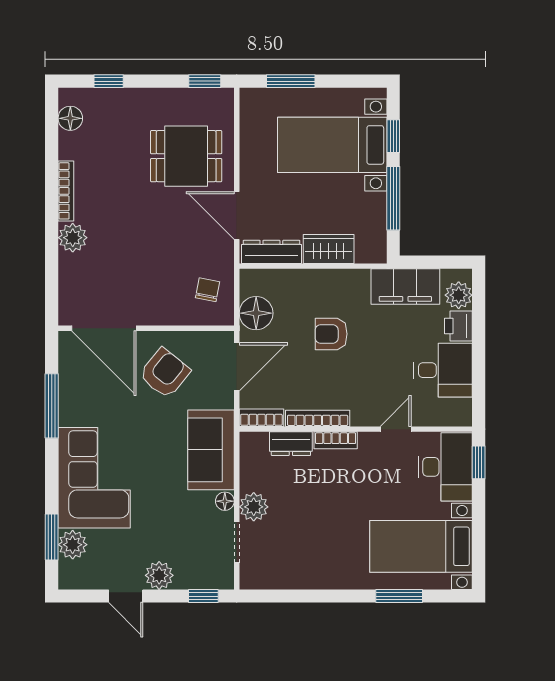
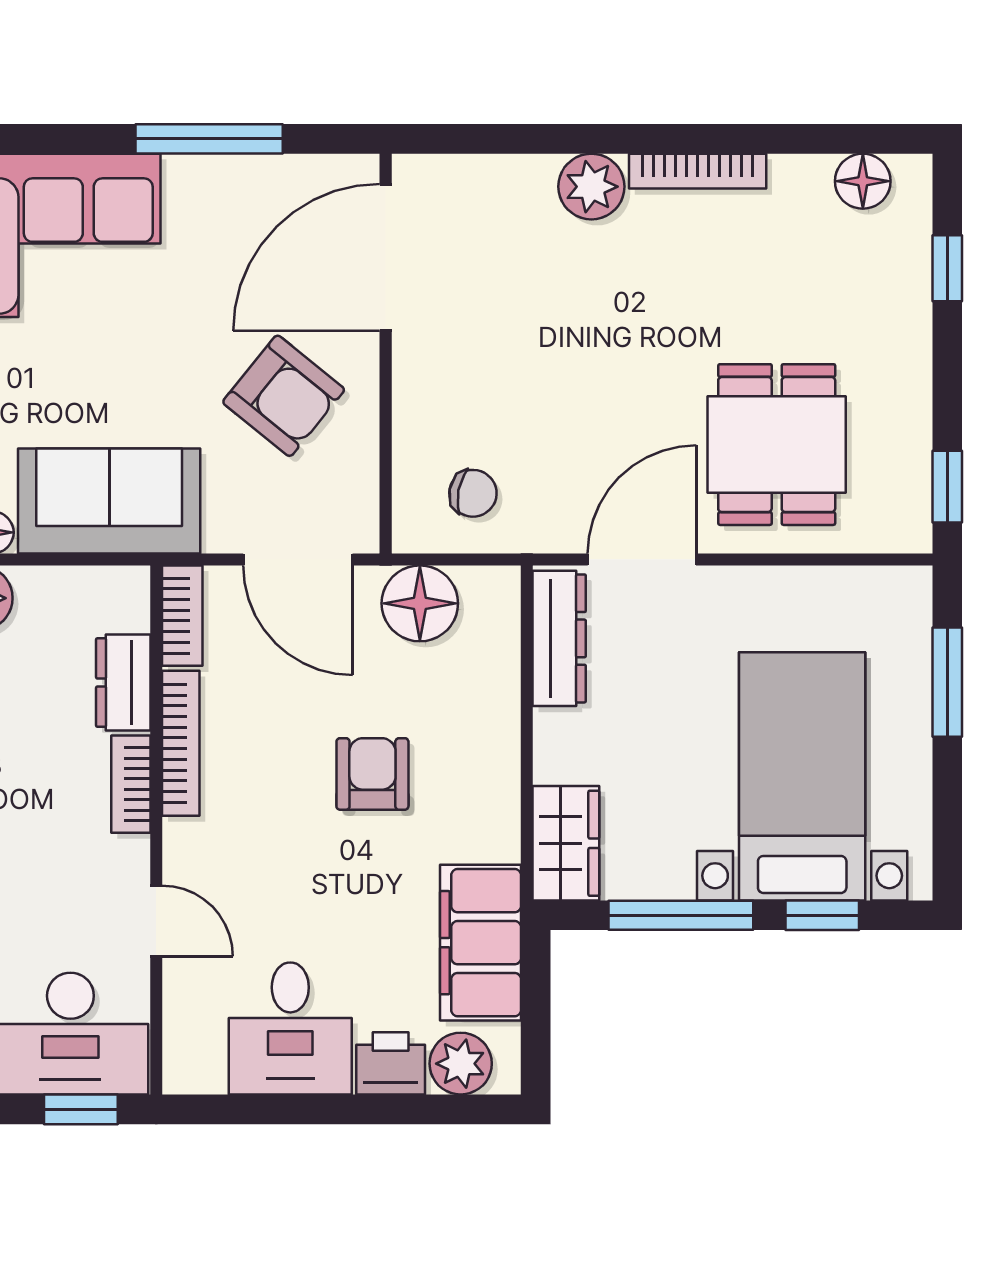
wardrobe: (329, 249) -> (566, 843), moved

